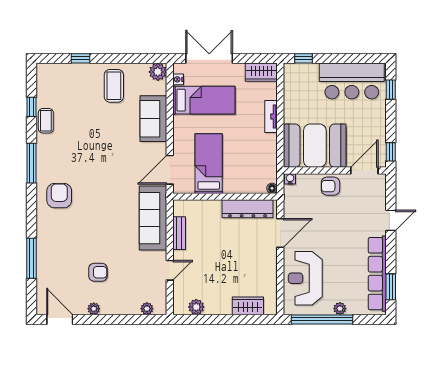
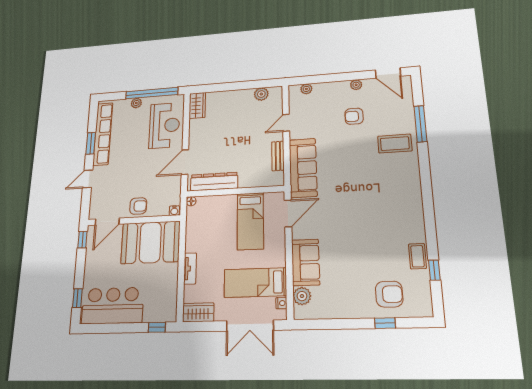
plant: (158, 72) -> (302, 296), moved
coffee table: (114, 86) -> (395, 144), moved, turned 90
window: (31, 163) -> (429, 213), removed
armchair: (59, 196) -> (389, 294), moved, turned -90
window: (391, 287) -> (91, 143), moved
wardrobe: (248, 306) -> (197, 105), moved, turned -90

